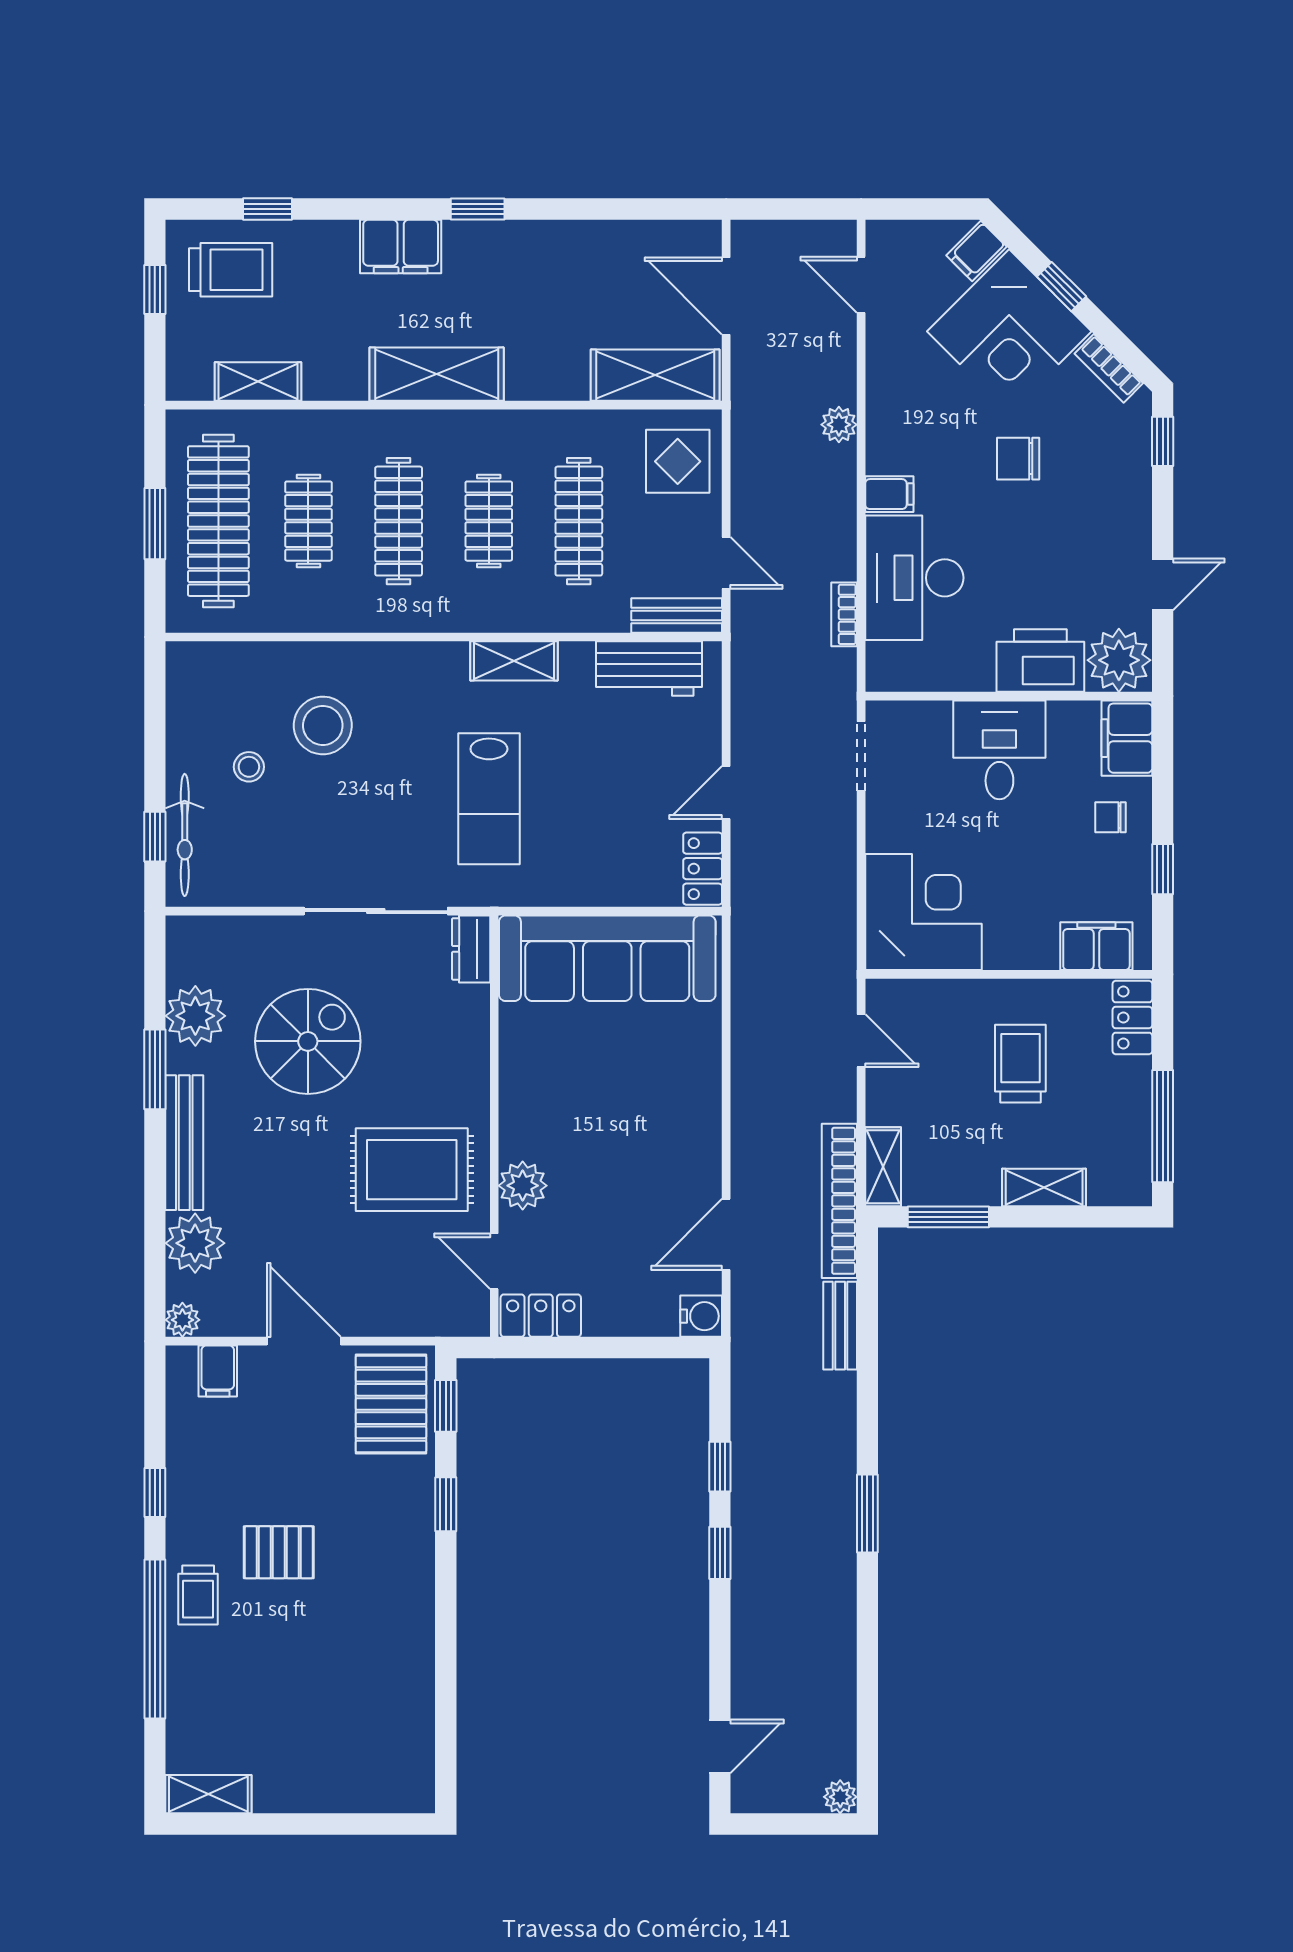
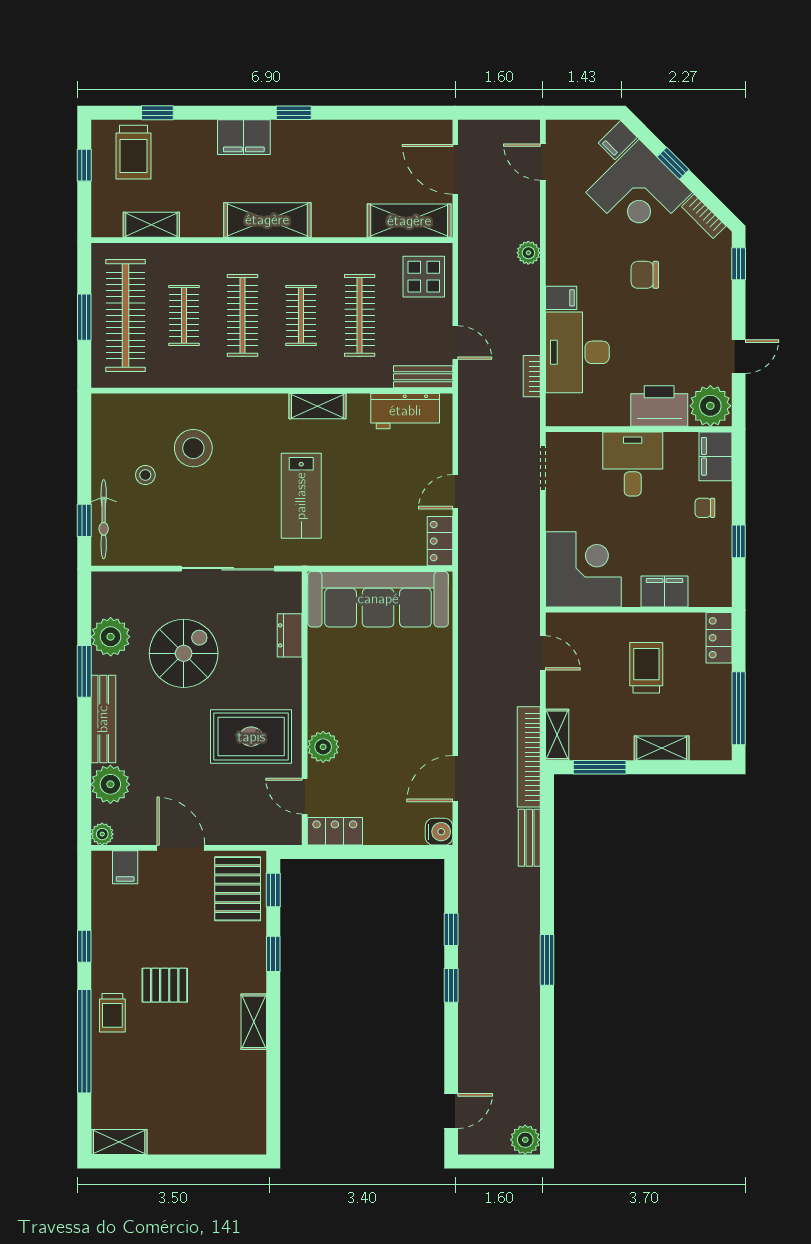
trolley: (231, 270) -> (133, 152), turned 90
filing cabinet: (1096, 946) -> (664, 591), moved
dresser: (471, 949) -> (290, 635), moved
shelving: (416, 1609) -> (254, 1022), added
plant: (840, 1797) -> (525, 1140), width x1.38, depth x1.38

